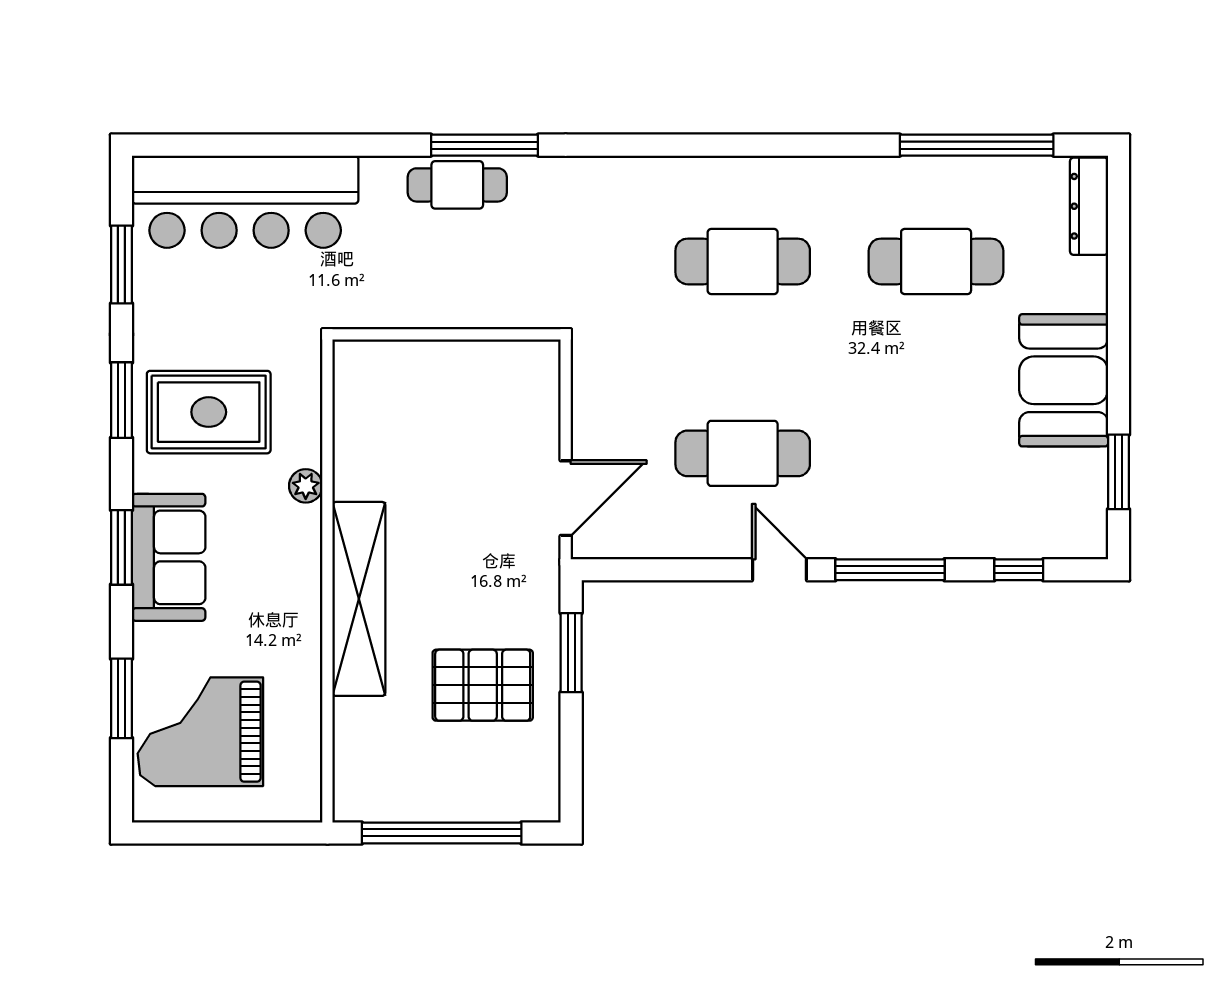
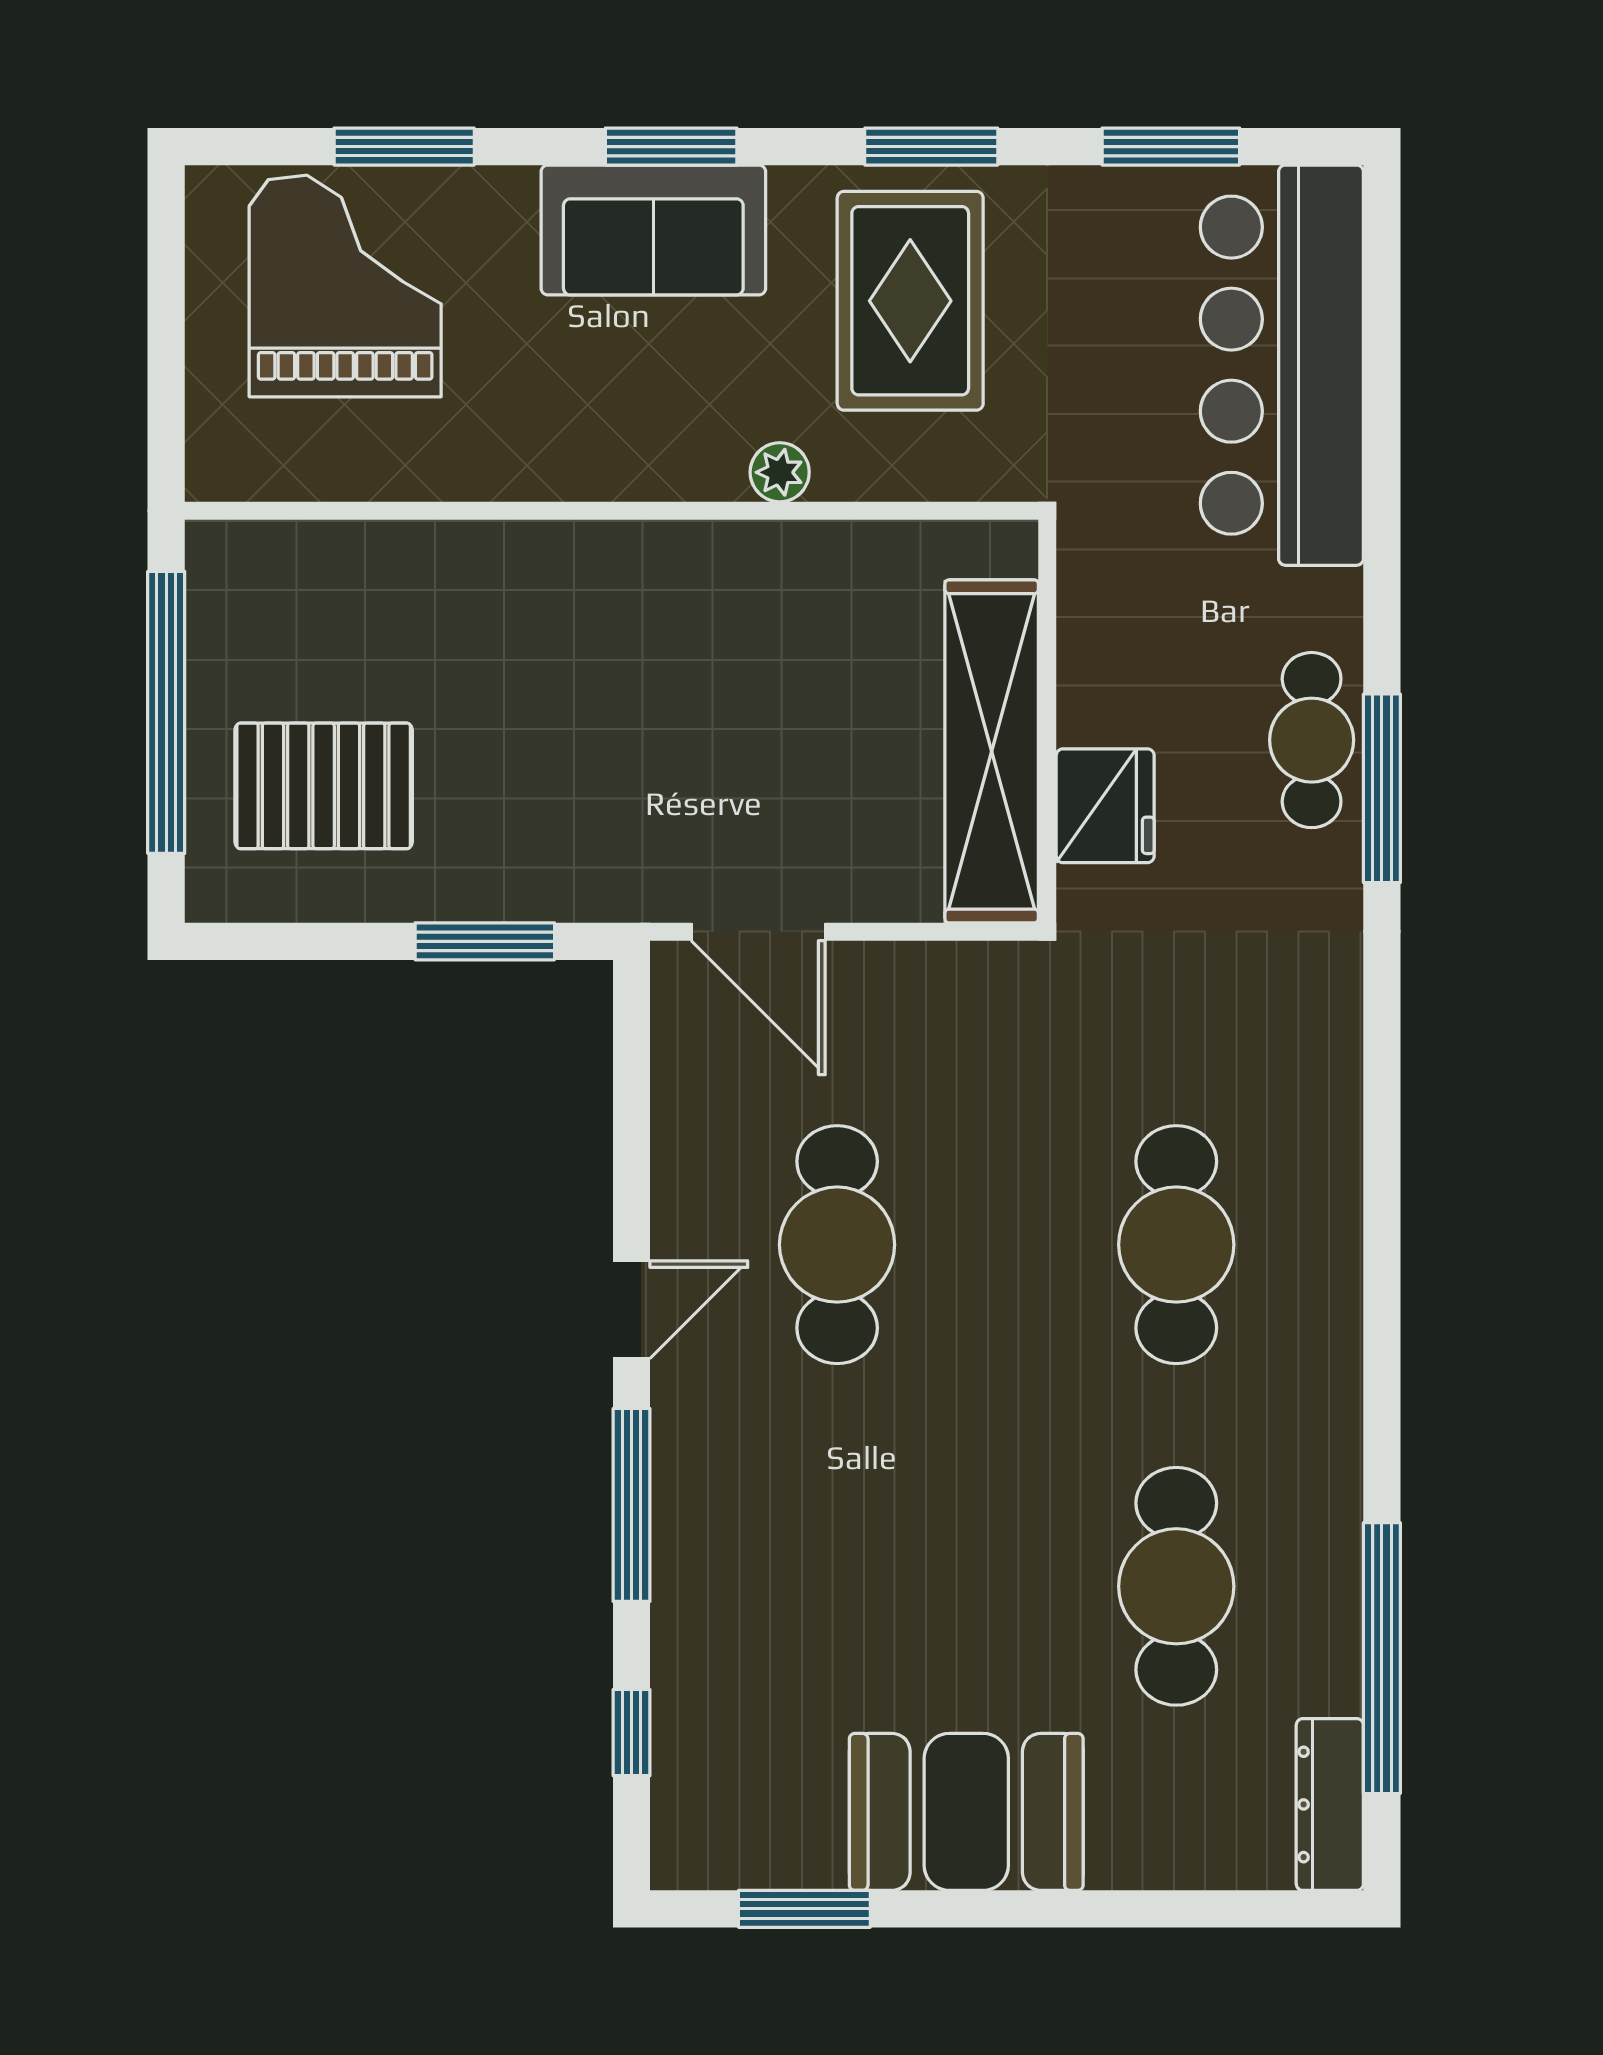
dresser: (1089, 206) -> (1330, 1804), moved, turned -90
fridge: (494, 302) -> (1105, 806), added
shelving: (359, 599) -> (992, 751), moved, turned 90
pallet: (483, 685) -> (324, 786), moved, turned 90

